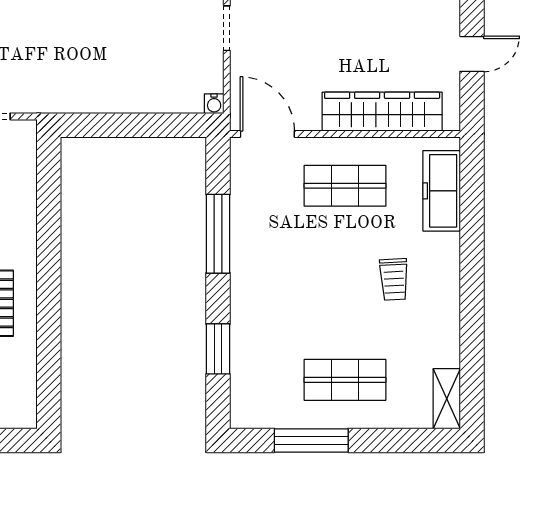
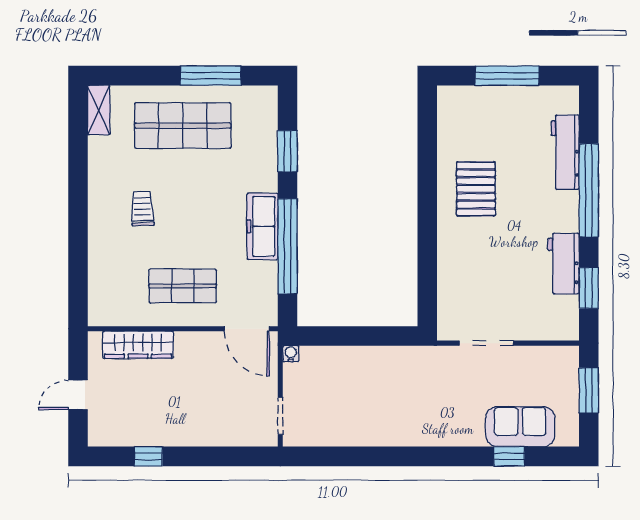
wardrobe: (382, 112) -> (138, 345), width x0.71, depth x0.85
freezer: (442, 191) -> (262, 226), moved, turned 180
window: (218, 234) -> (288, 246), width x1.46
shop shelf: (345, 380) -> (183, 126), width x1.43, depth x1.36

